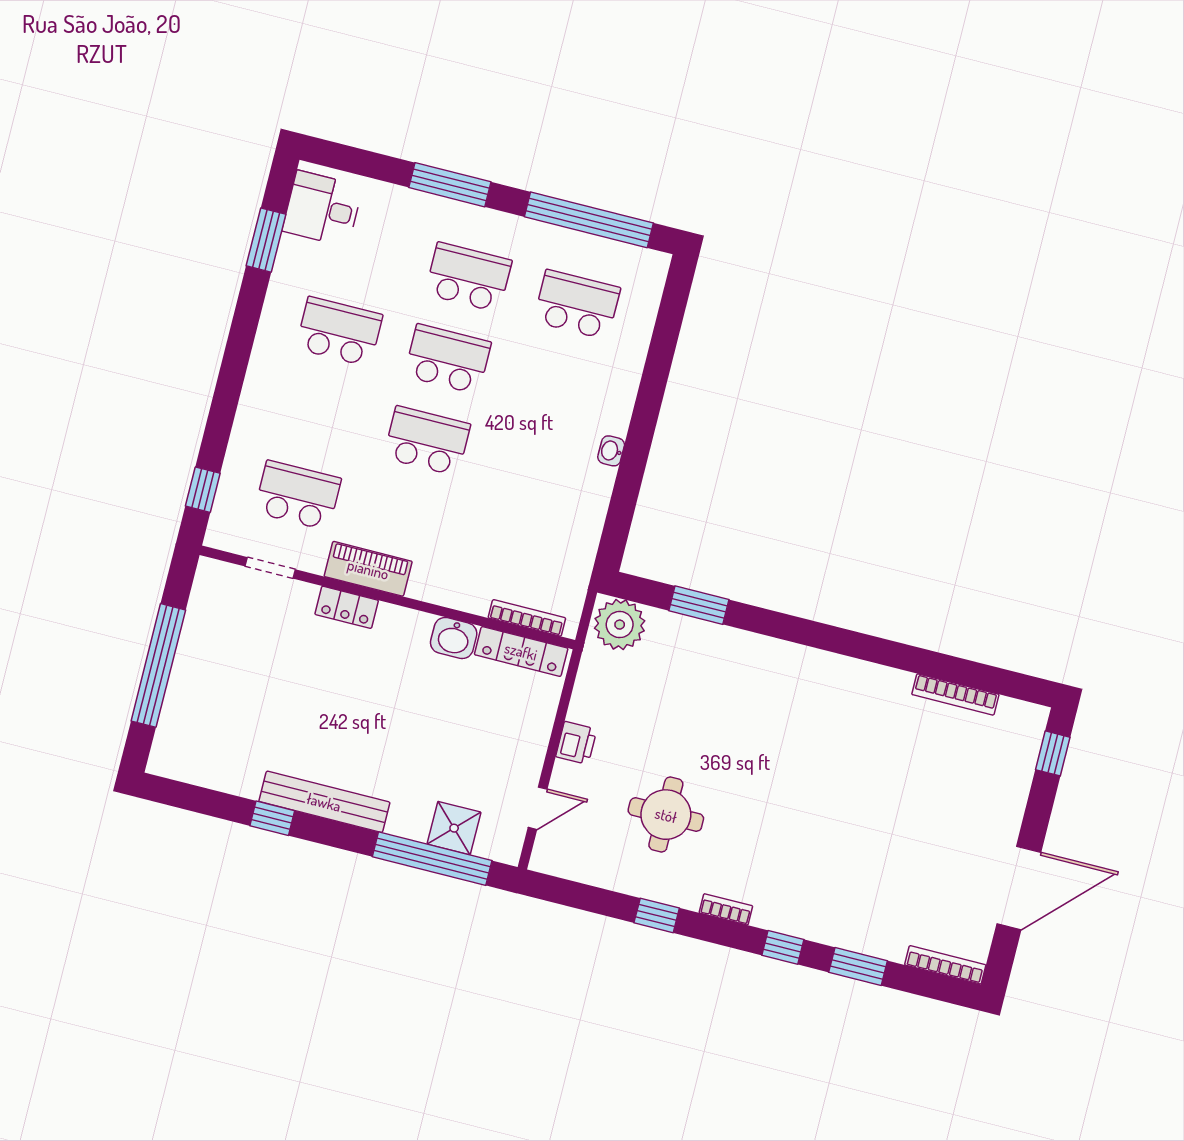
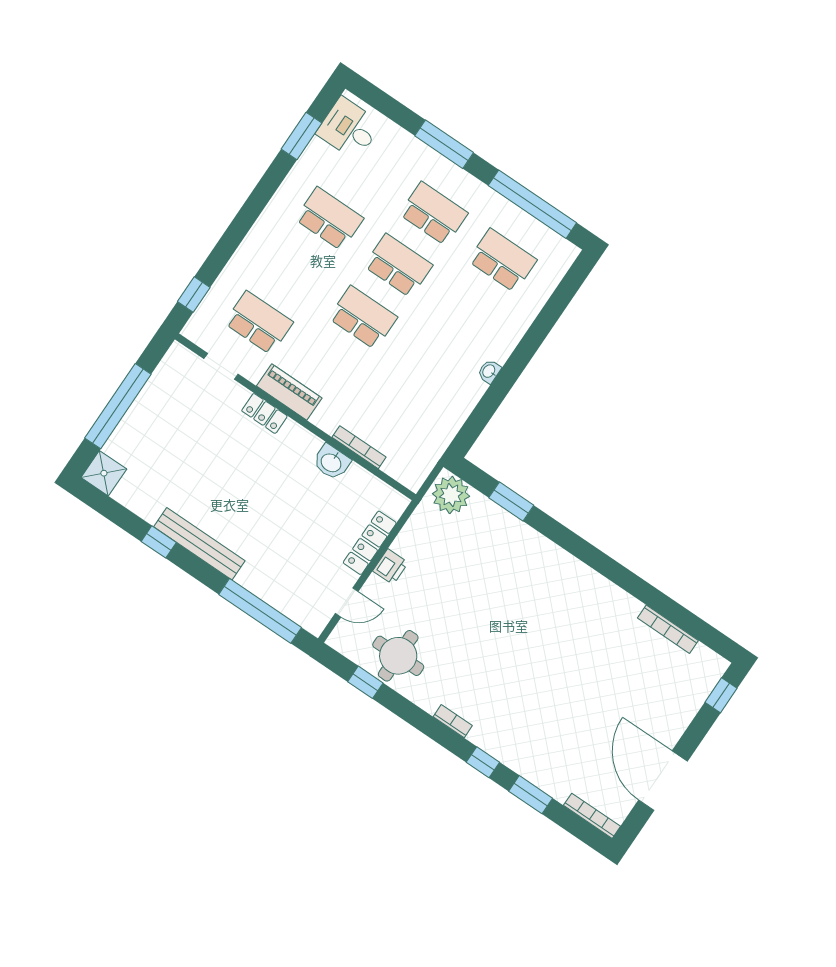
bookcase: (527, 618) -> (359, 447), moved
locker: (521, 651) -> (370, 543), moved, turned 90
round table: (666, 815) -> (398, 656), moved
shower: (454, 828) -> (104, 473), moved
door: (1019, 888) -> (663, 781), swing flipped
window: (657, 915) -> (365, 682), moved

